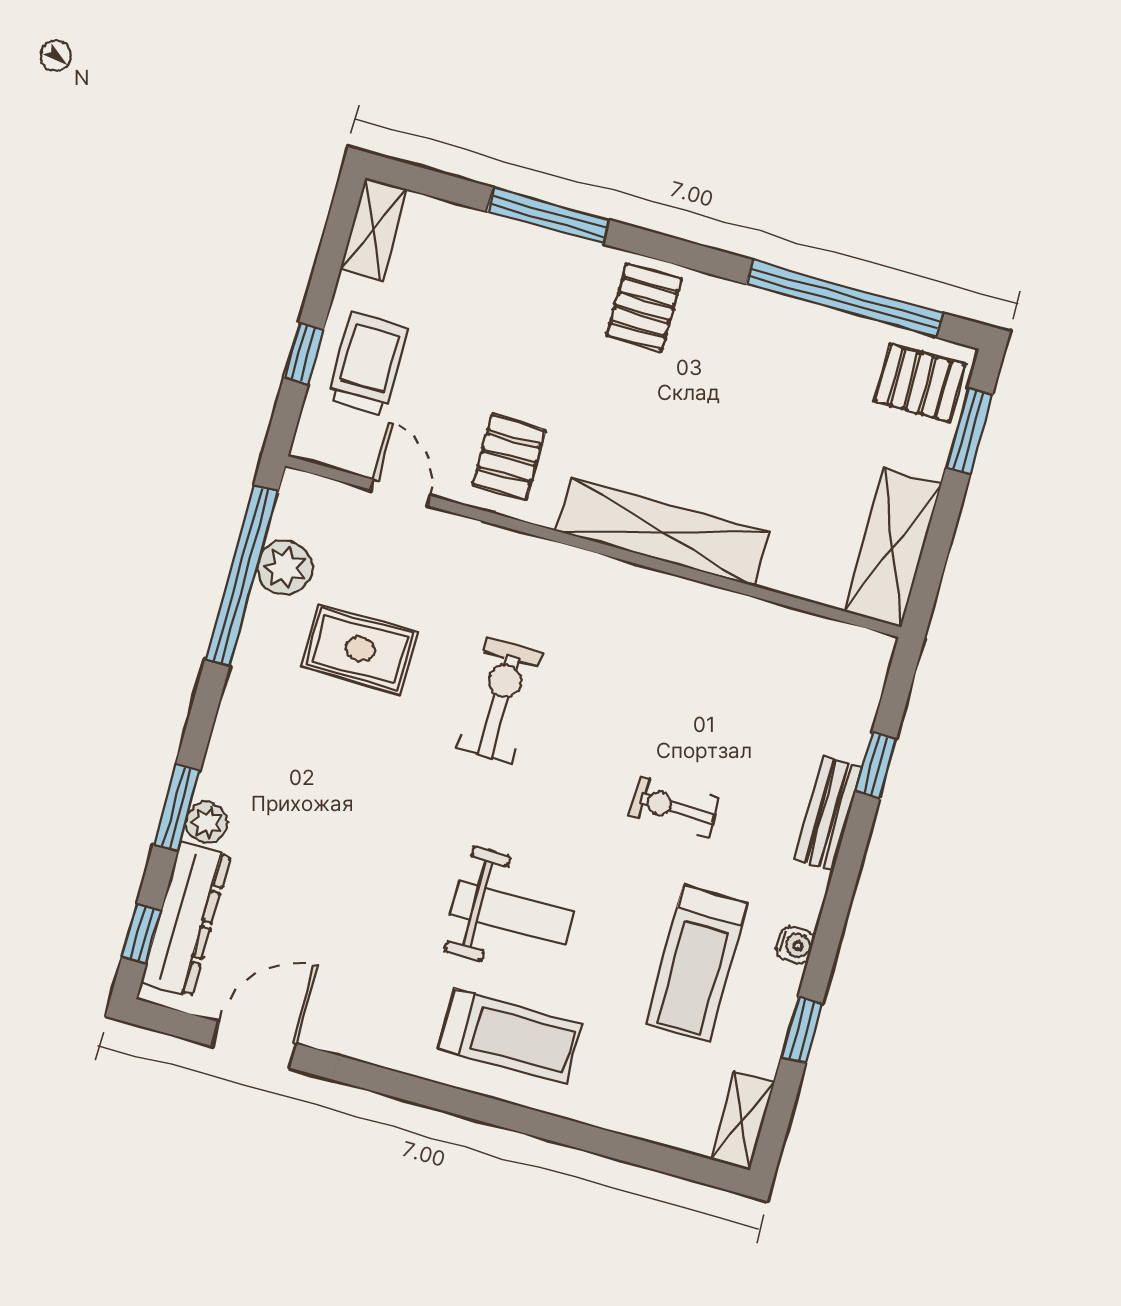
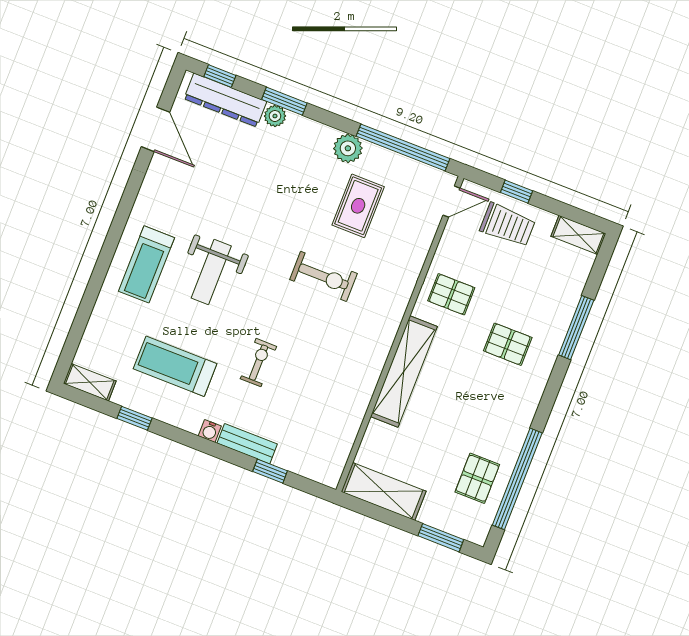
pallet: (644, 307) -> (508, 344), moved
pallet: (920, 383) -> (477, 478), moved
door: (401, 493) -> (451, 202), moved
plant: (285, 567) -> (348, 148), moved
water cooler: (795, 945) -> (210, 431), moved

